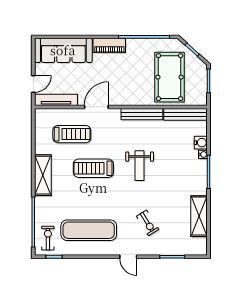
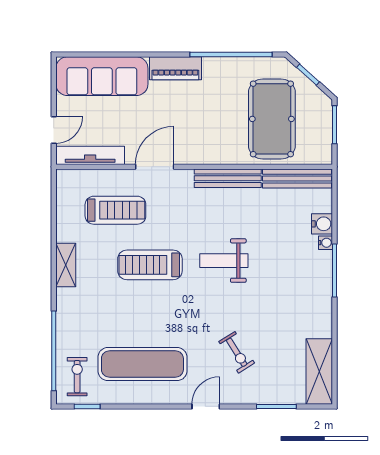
weight bench: (140, 166) -> (224, 261), turned 90
shelving: (43, 175) -> (66, 265), width x0.67, depth x0.75
shelving: (199, 216) -> (319, 371), moved
door: (128, 257) -> (206, 406), swing flipped

